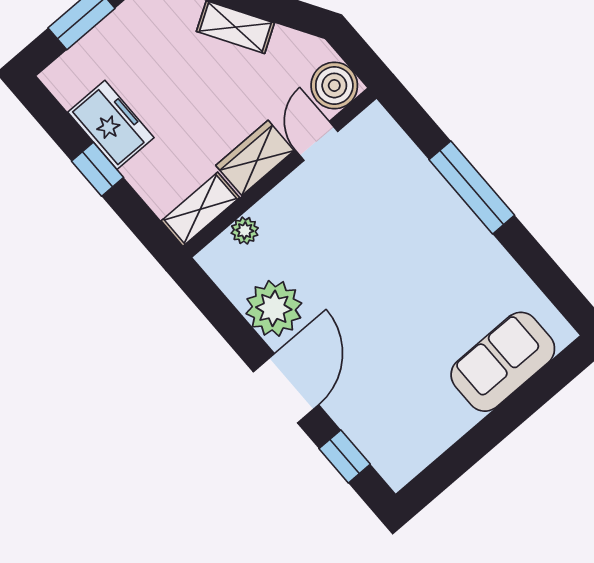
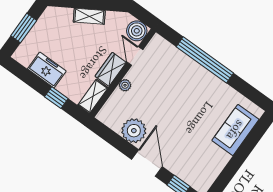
window: (98, 169) -> (56, 98), moved
window: (472, 187) -> (205, 60), width x1.46
plant: (245, 231) -> (125, 85), moved

